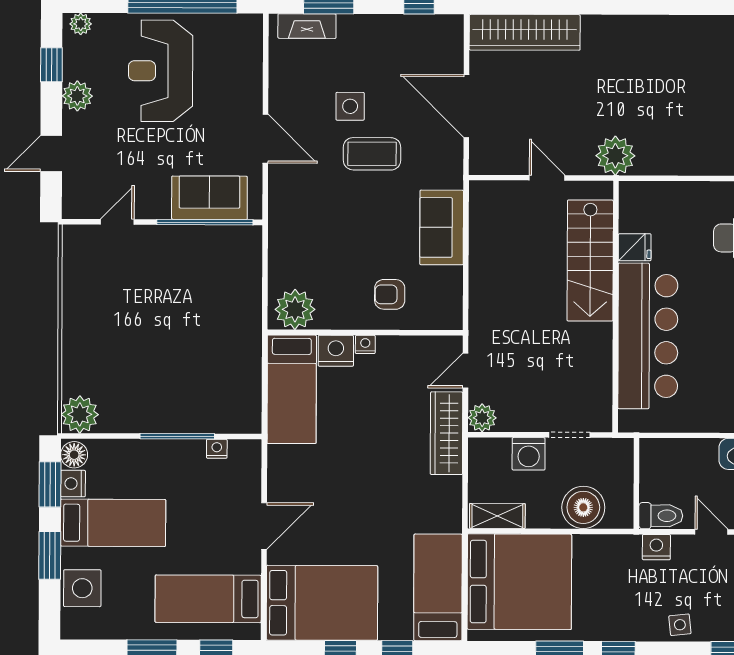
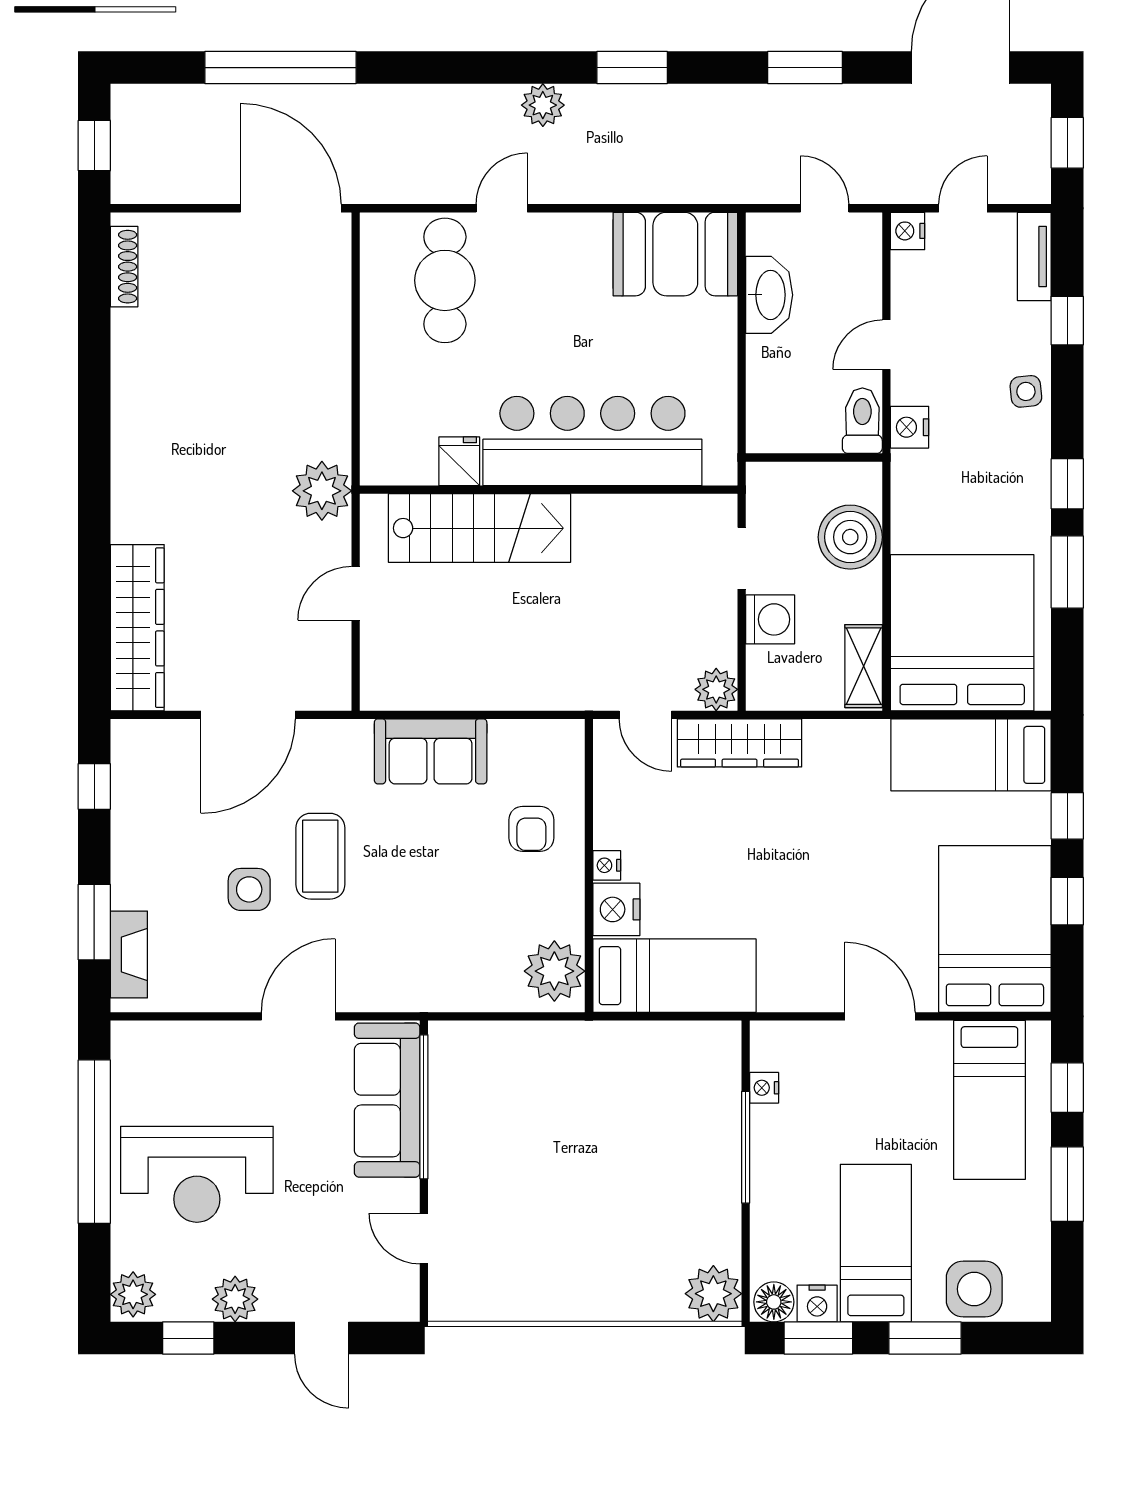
plant: (81, 24) -> (133, 1294), width x1.38, depth x1.38
sofa: (209, 198) -> (387, 1100), width x1.36

